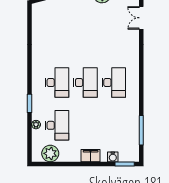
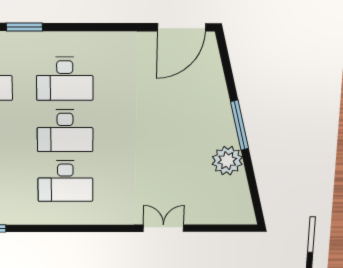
double door: (141, 18) -> (163, 228), moved
door: (30, 21) -> (181, 27), added

